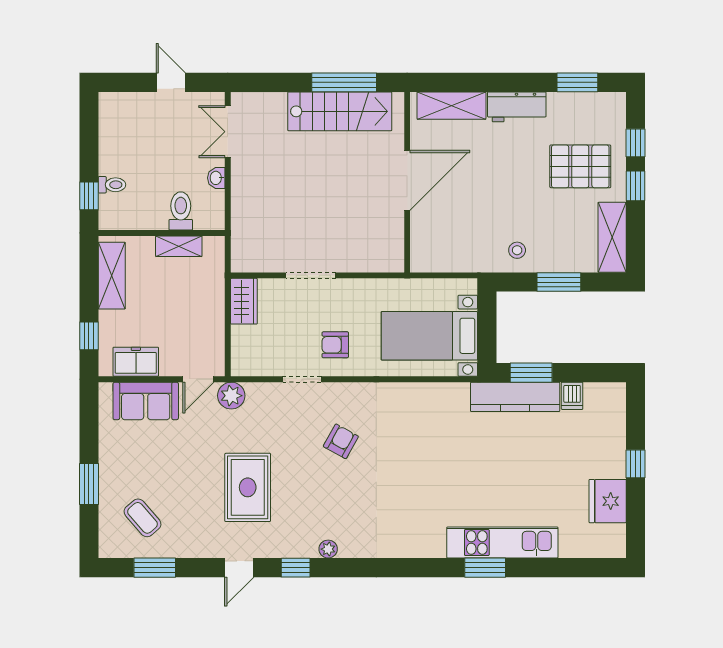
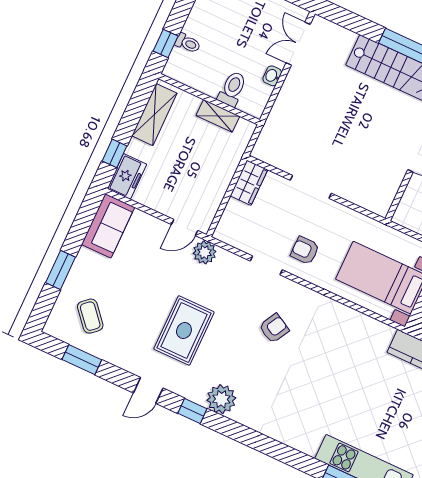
freezer: (136, 362) -> (127, 176), moved, turned 90
sofa: (146, 401) -> (108, 226), moved, turned -90
plant: (328, 549) -> (221, 399), width x1.88, depth x1.88

